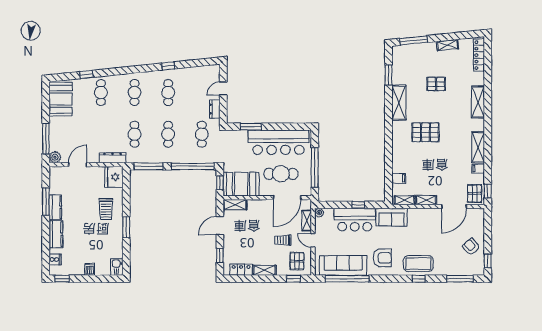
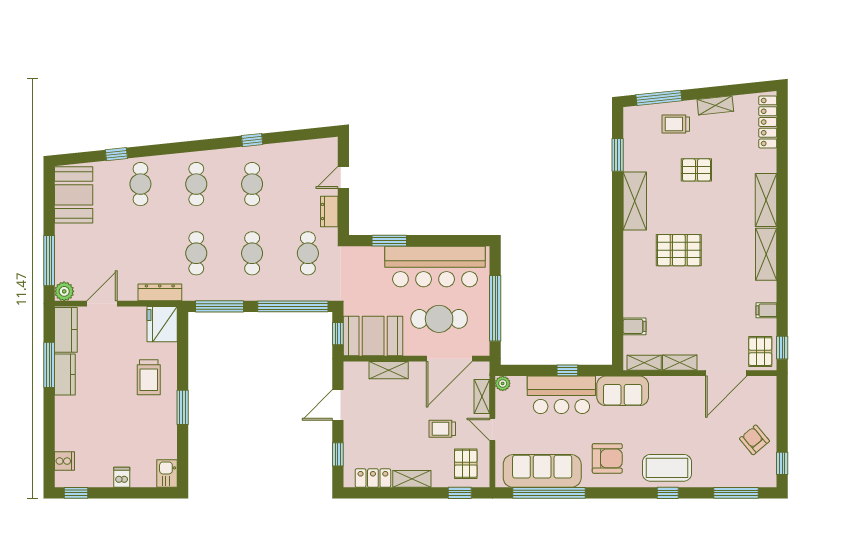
trolley: (424, 56) -> (676, 124), added
shelving: (478, 147) -> (766, 254), moved
shelving: (235, 205) -> (389, 370), moved
kitchen counter: (56, 234) -> (66, 330), moved

